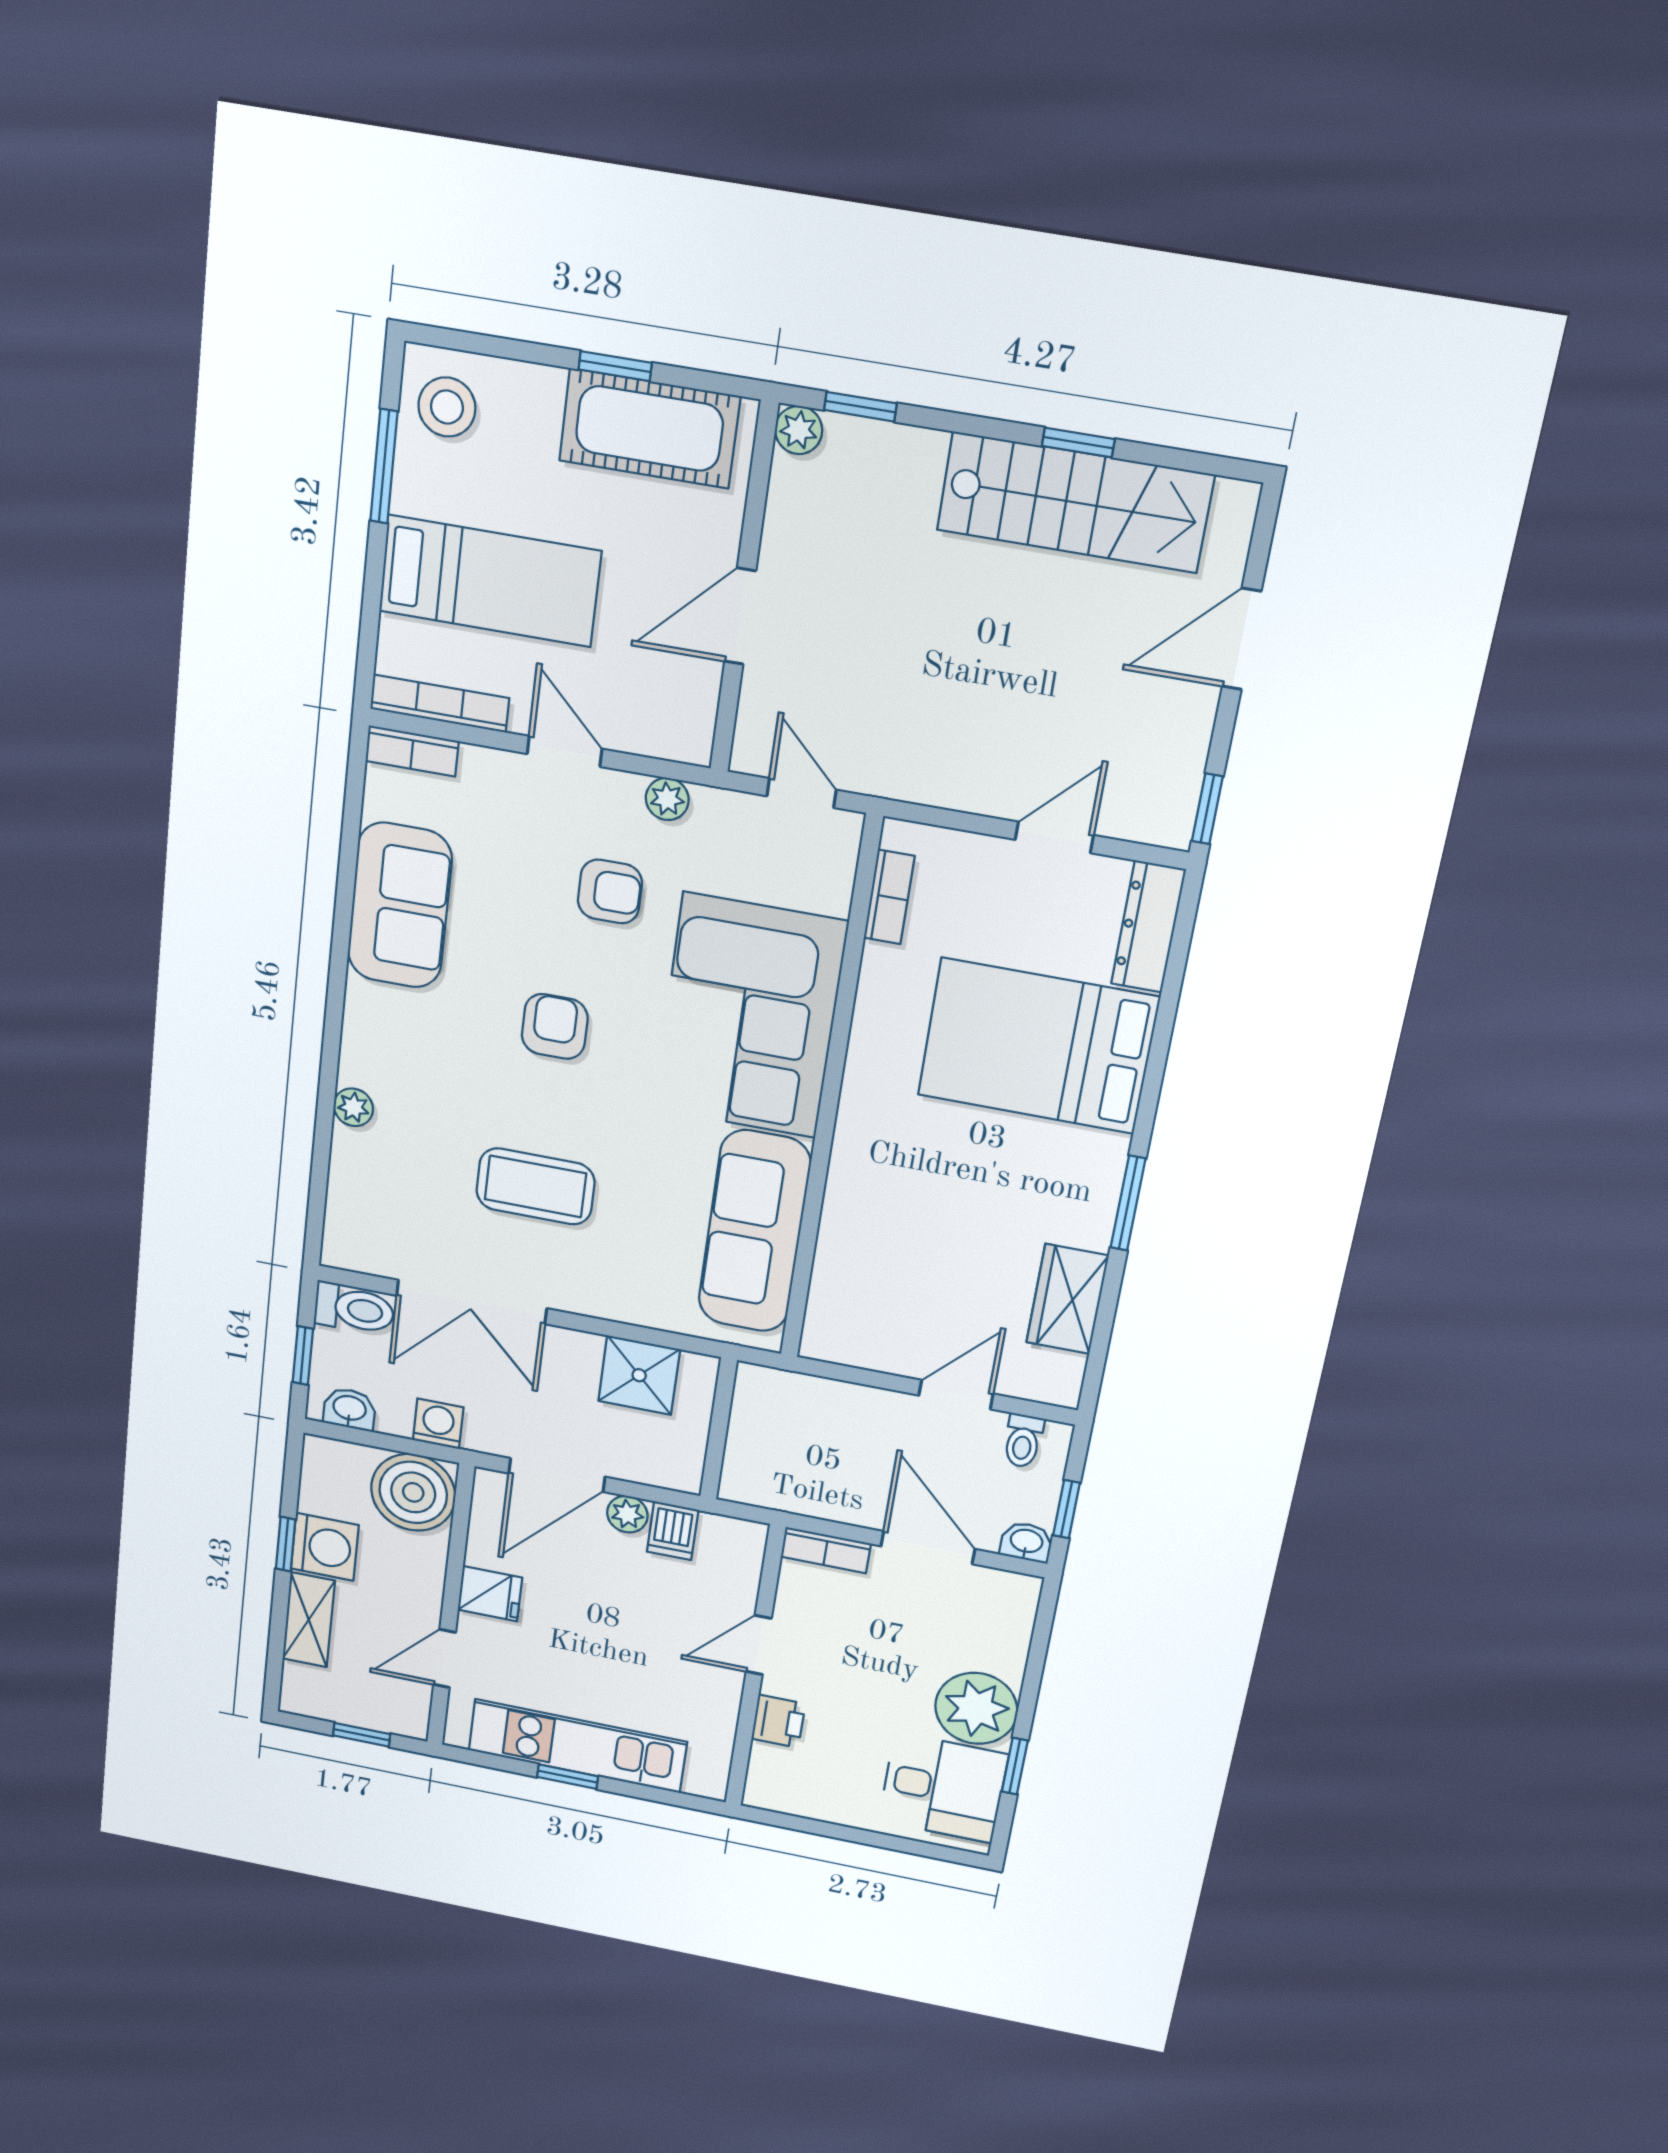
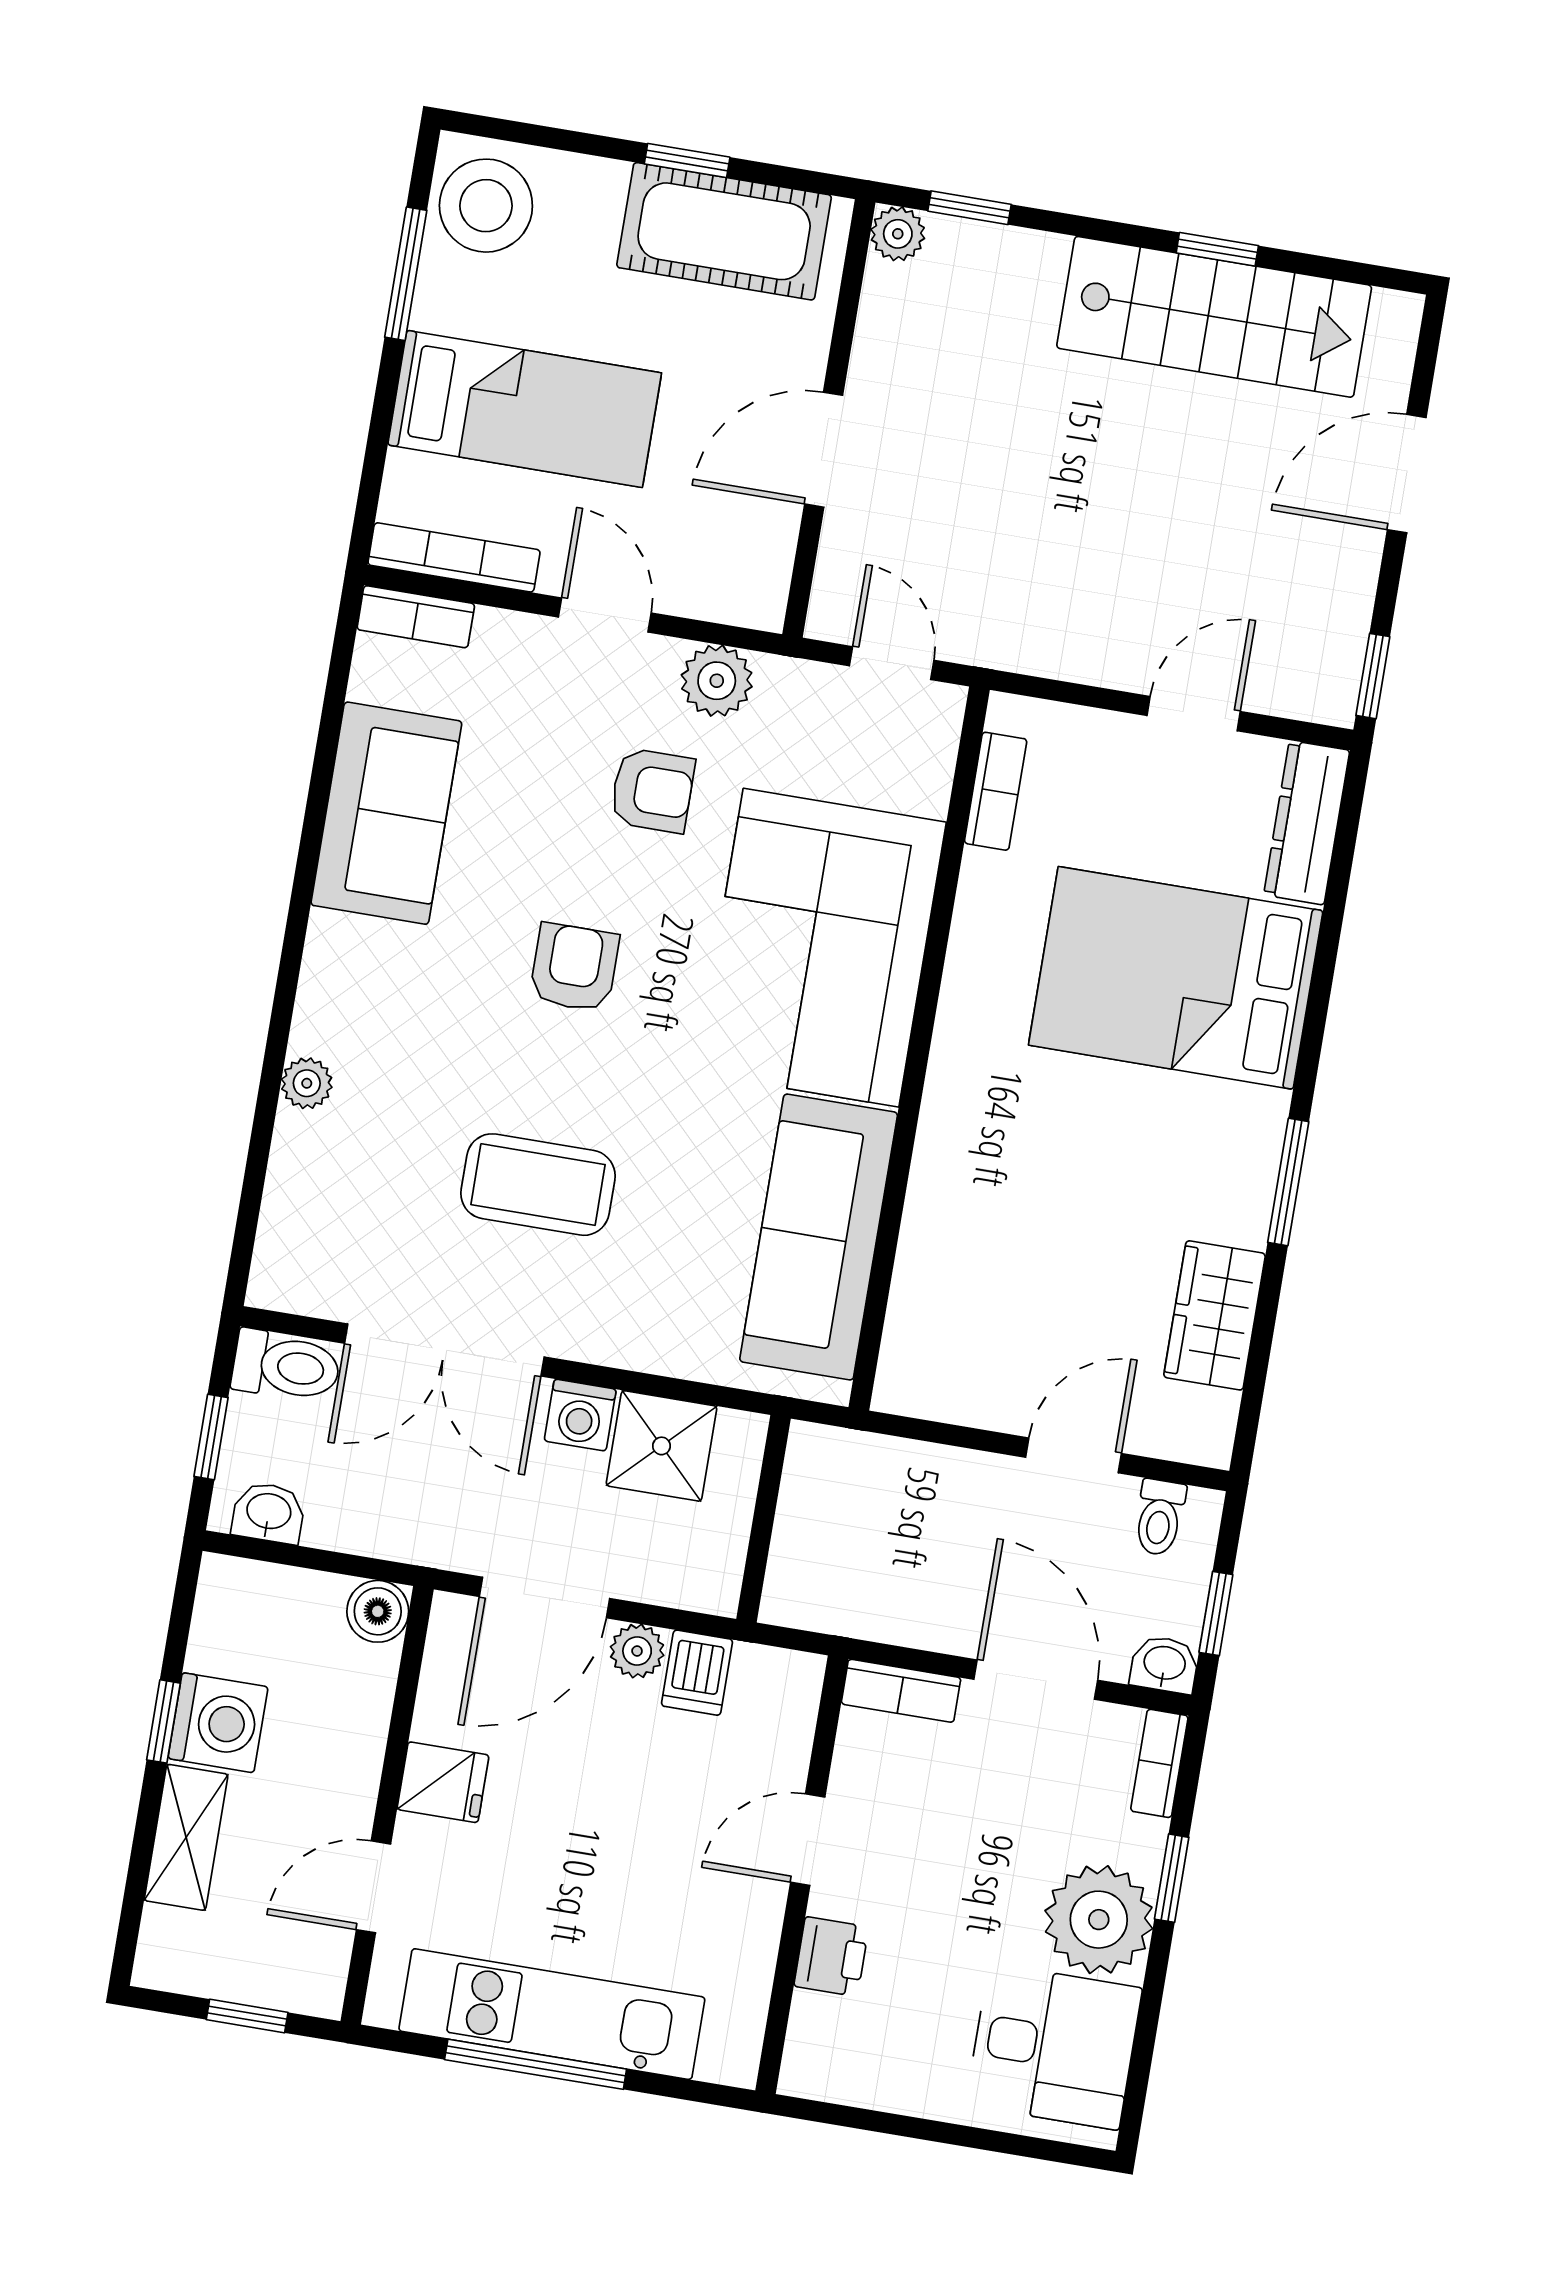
stool: (447, 407) -> (486, 206), width x1.38, depth x1.38
plant: (667, 799) -> (717, 681), width x1.38, depth x1.38
washing machine: (438, 1424) -> (580, 1415), moved, turned 180
boiler: (413, 1492) -> (378, 1611), width x0.54, depth x0.54
bookcase: (1022, 1608) -> (1159, 1763), added
window: (1015, 1766) -> (1172, 1878), moved
window: (568, 1777) -> (536, 2064), width x2.17

